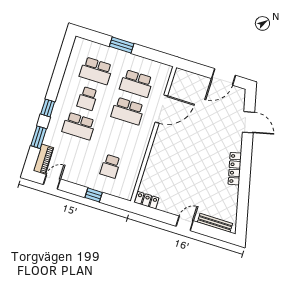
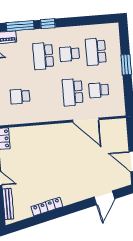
school desk: (136, 83) -> (99, 90), width x0.54
window: (39, 137) -> (20, 26), width x1.44
locker: (235, 169) -> (47, 207), moved

